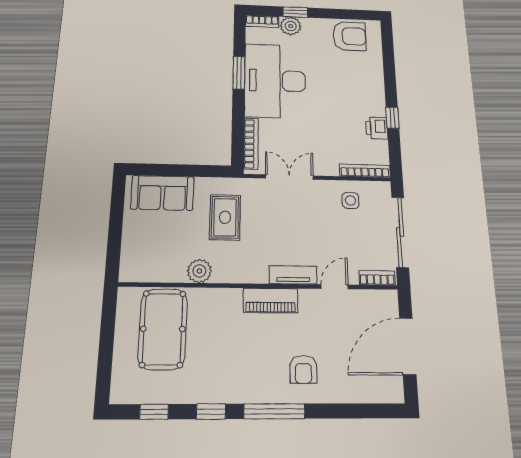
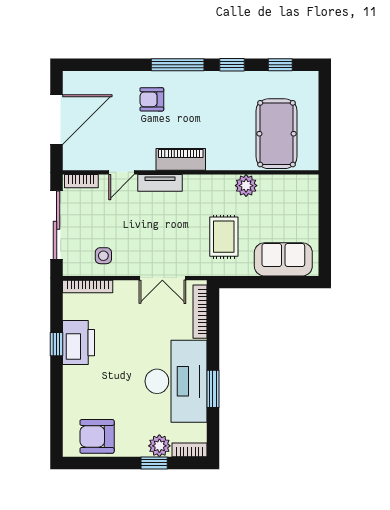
printer: (377, 128) -> (79, 343), width x1.87, depth x1.48
armchair: (303, 369) -> (152, 99), turned -90

